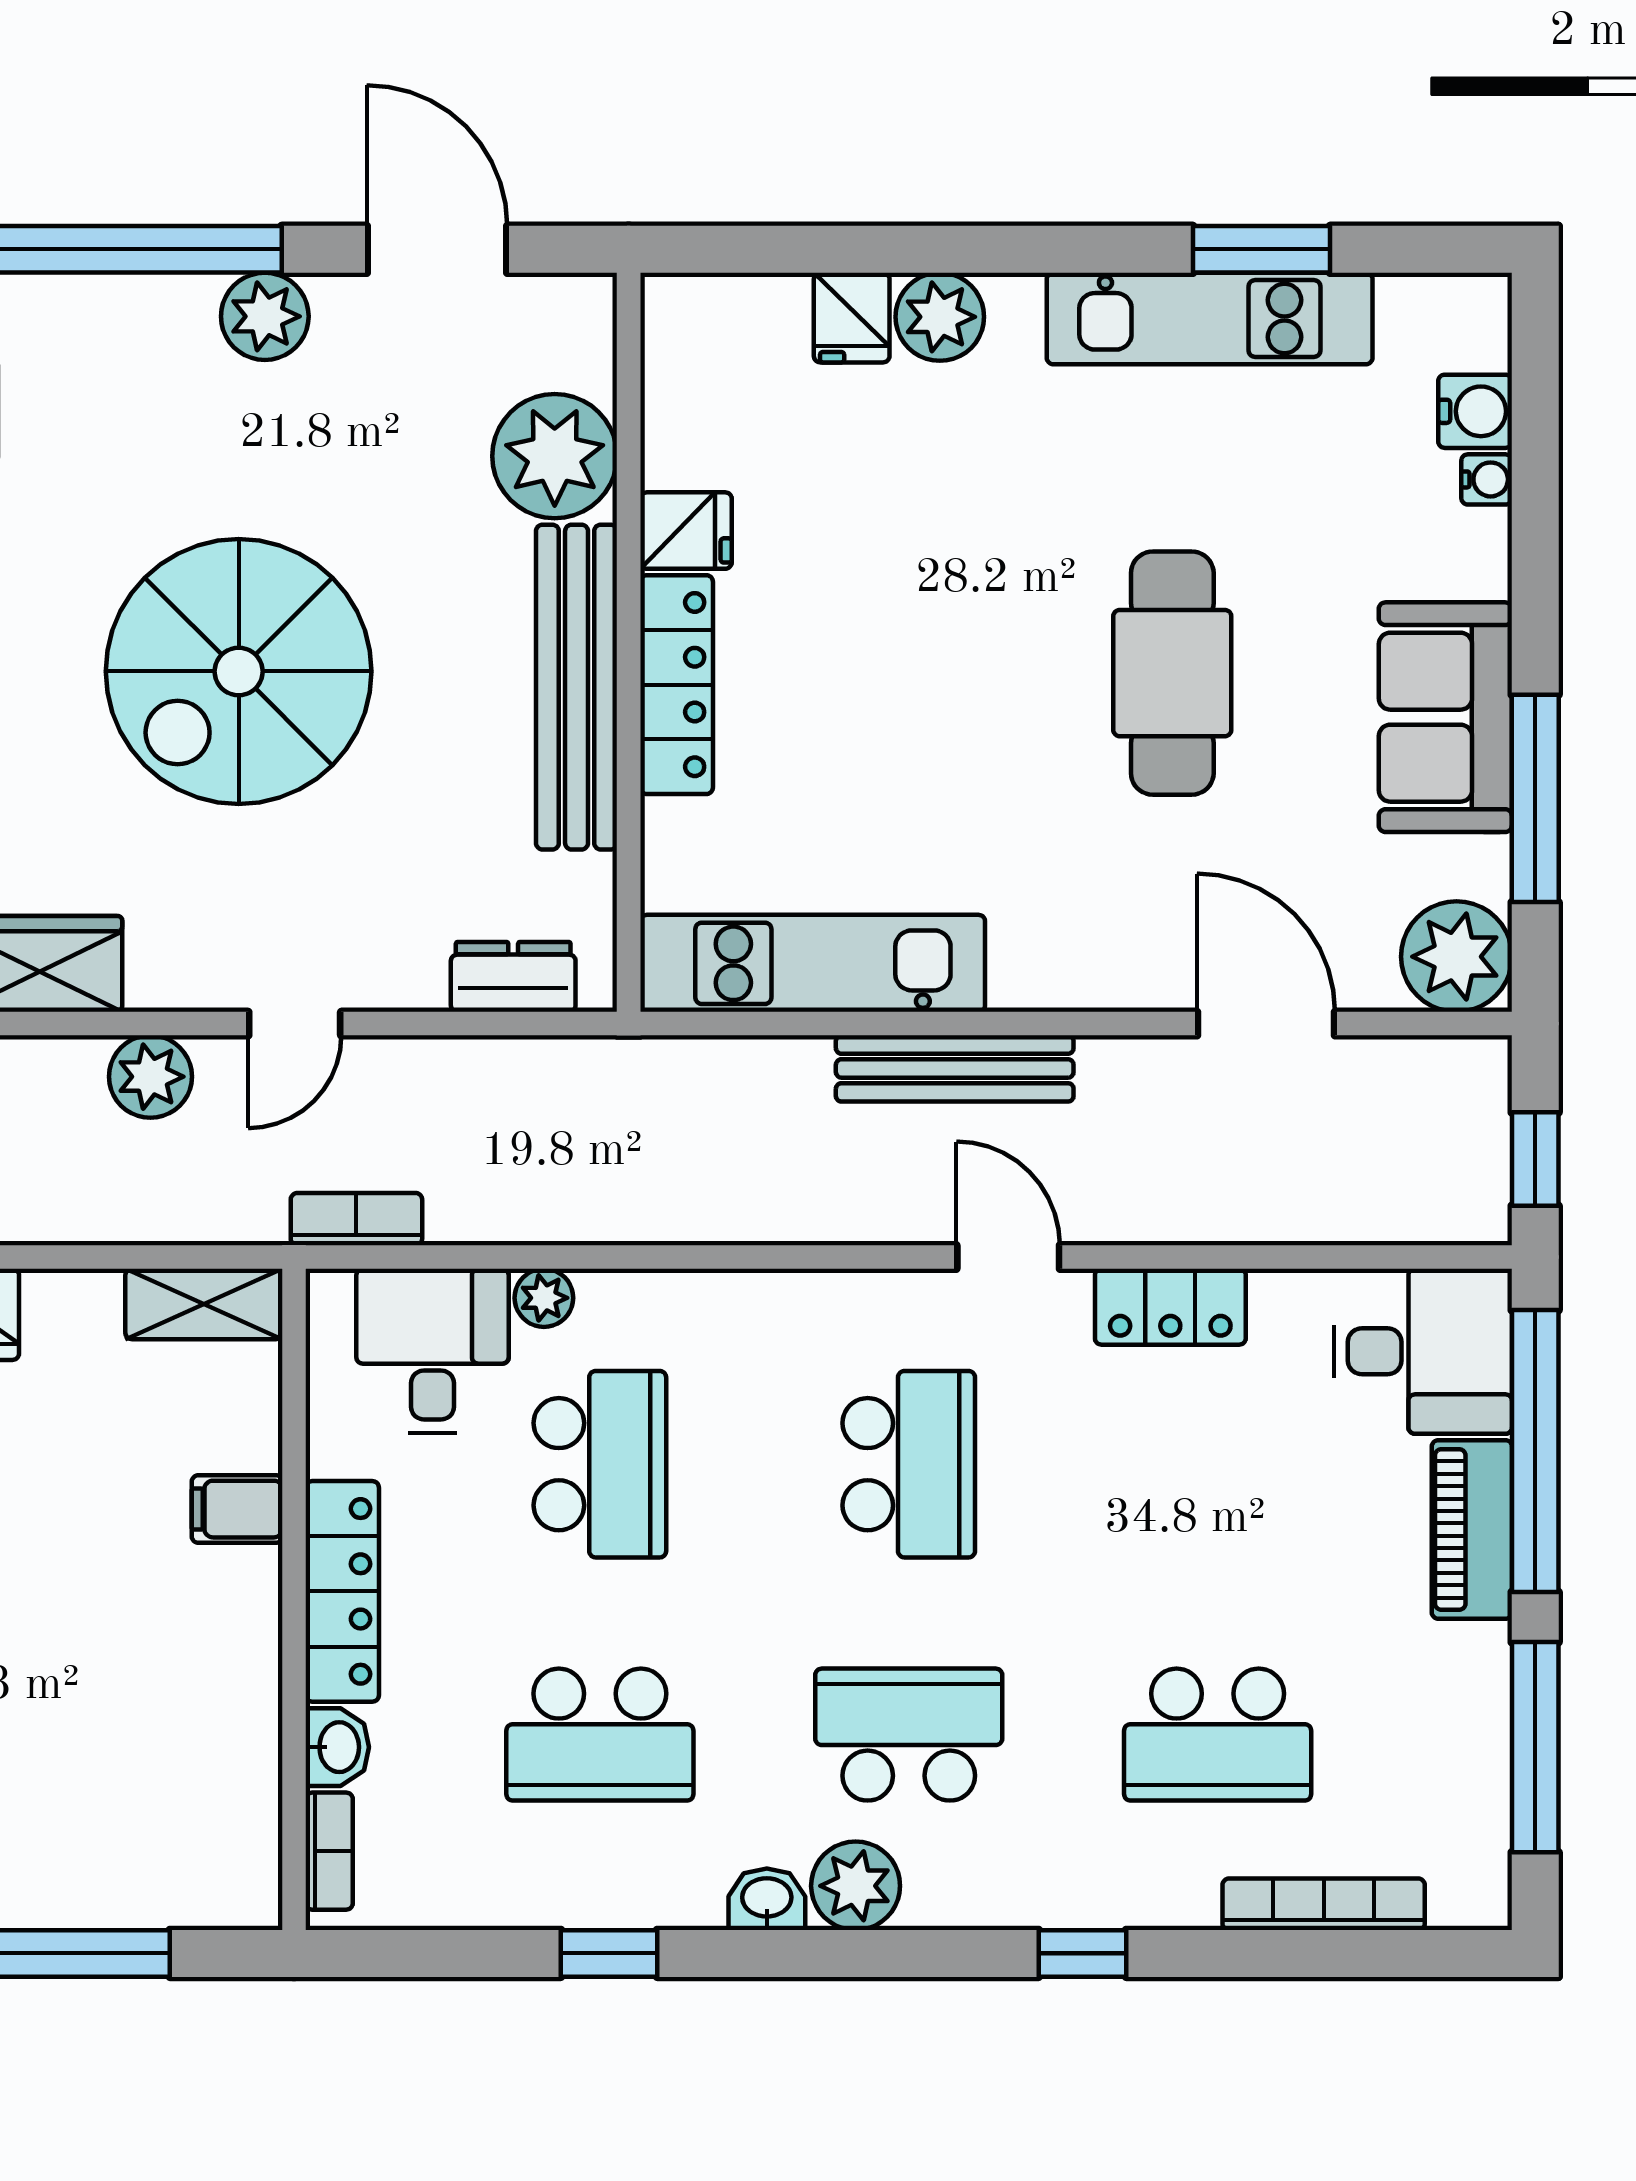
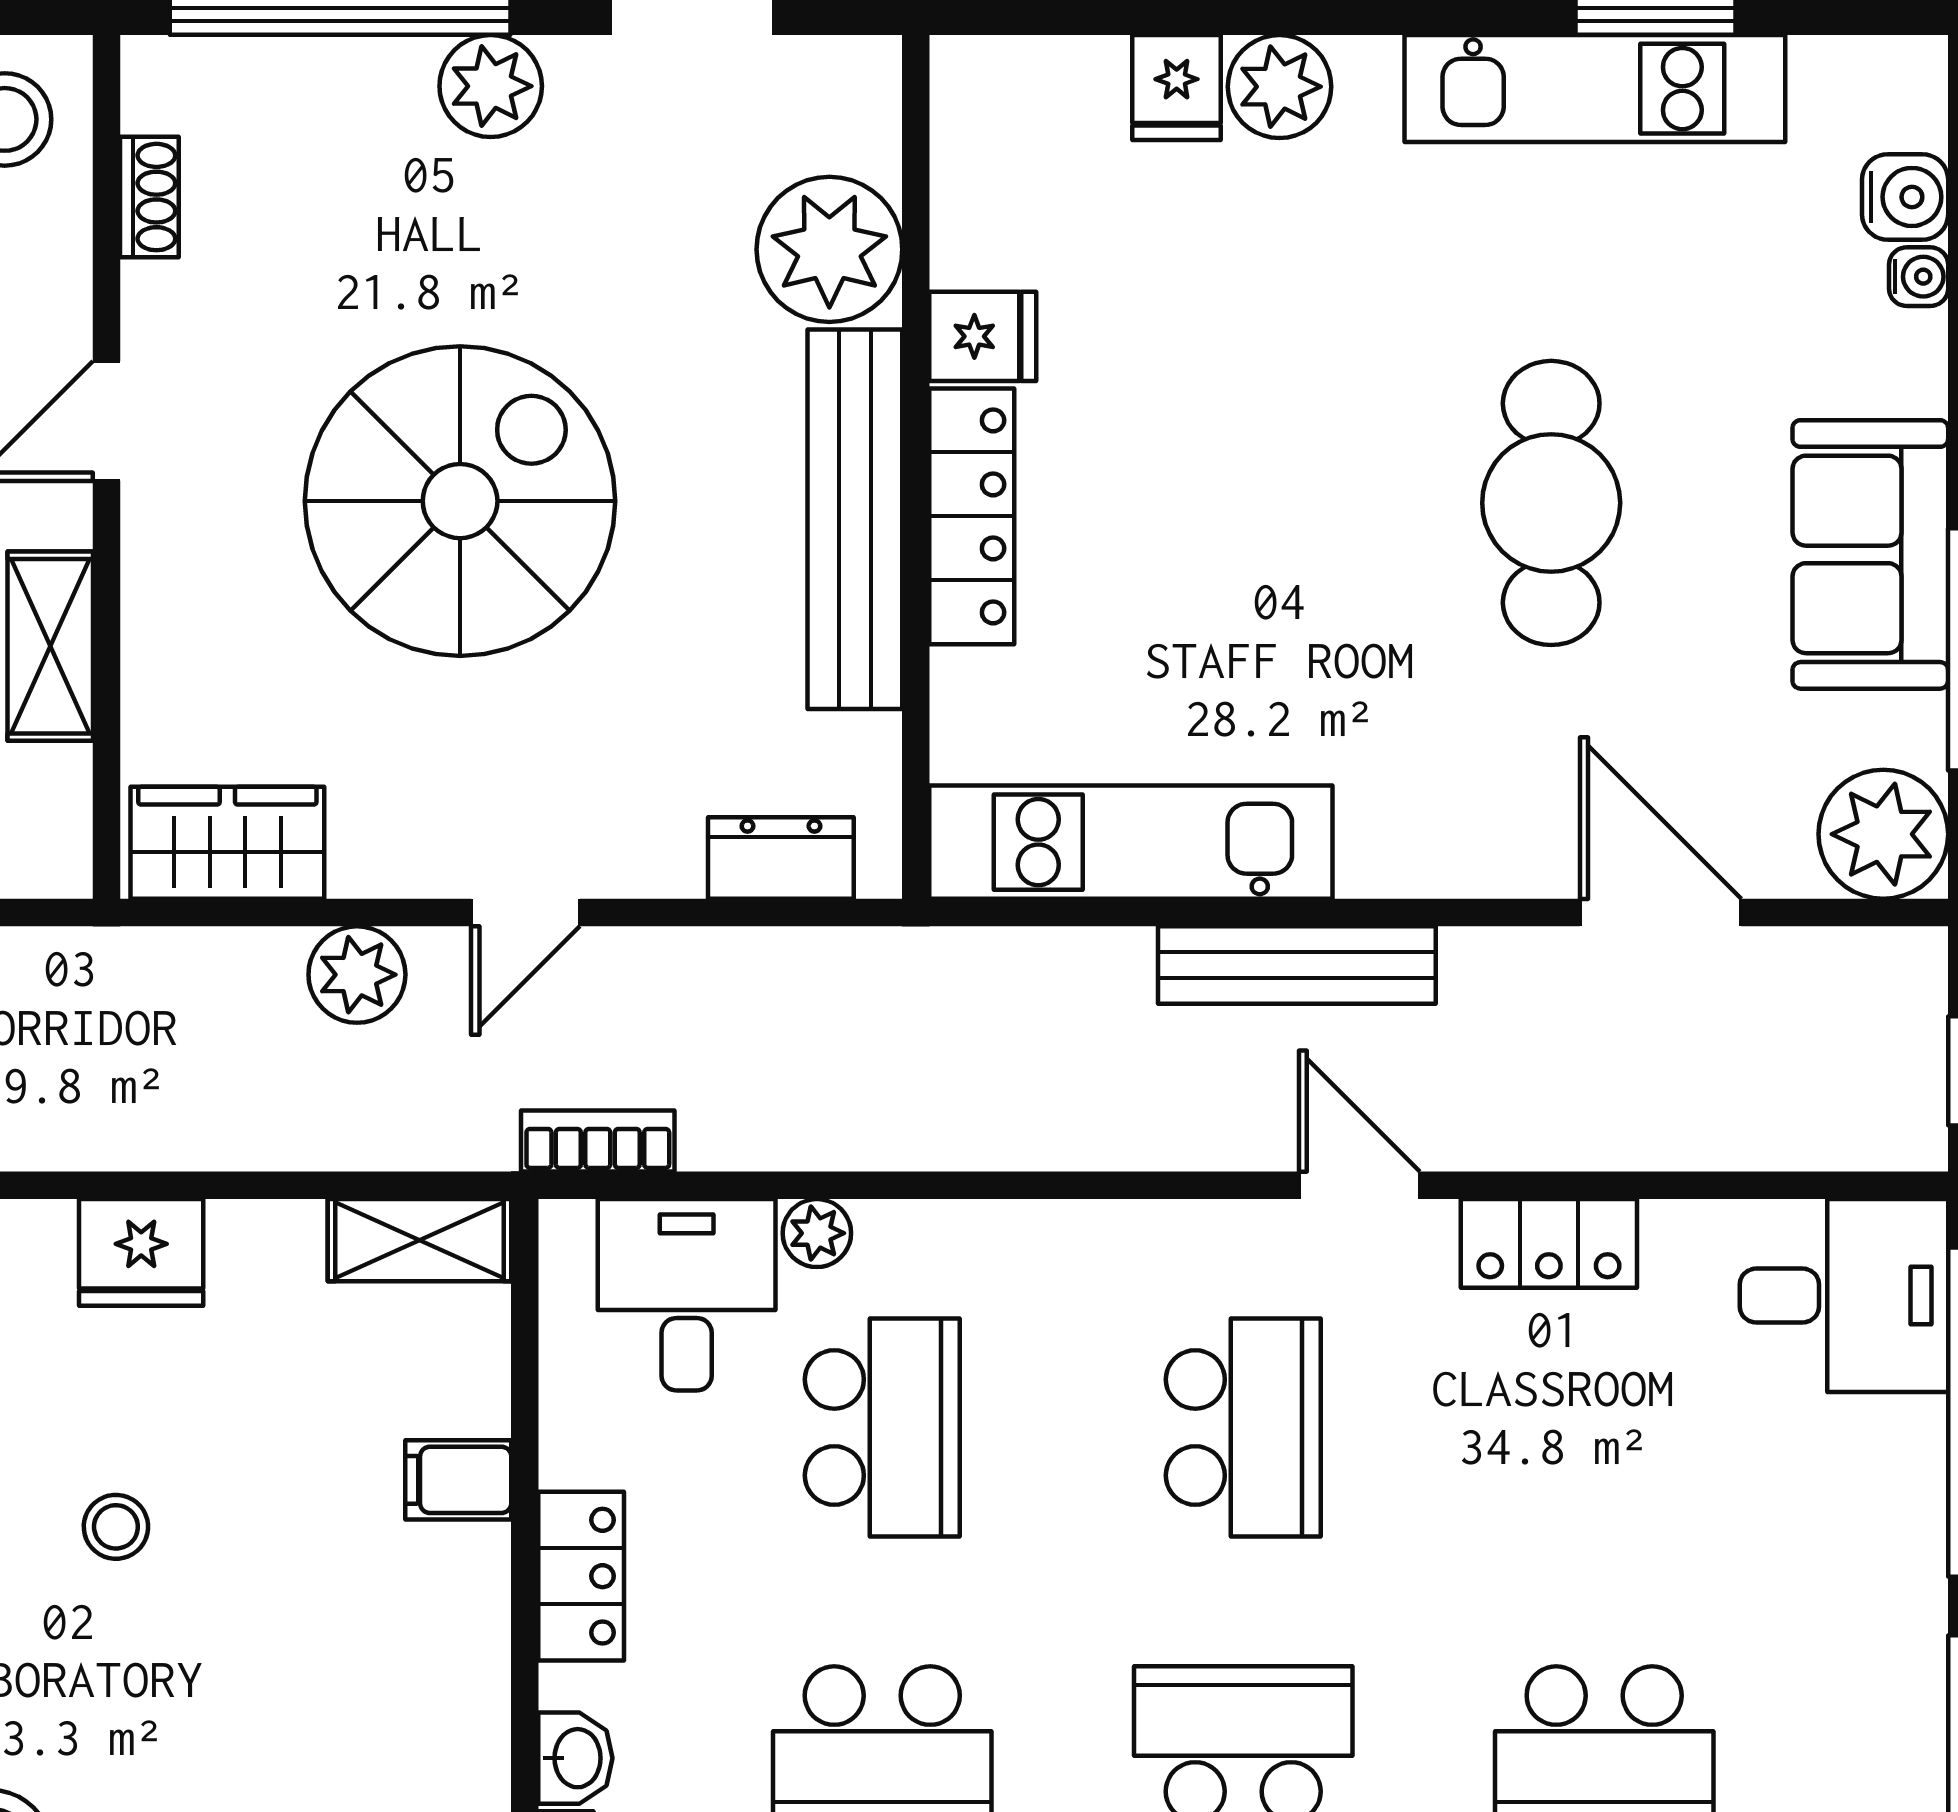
spiral stairs: (239, 671) -> (460, 501), turned 180
piano: (1472, 1529) -> (1901, 1504), removed
locker: (342, 1591) -> (581, 1576), width x0.66

